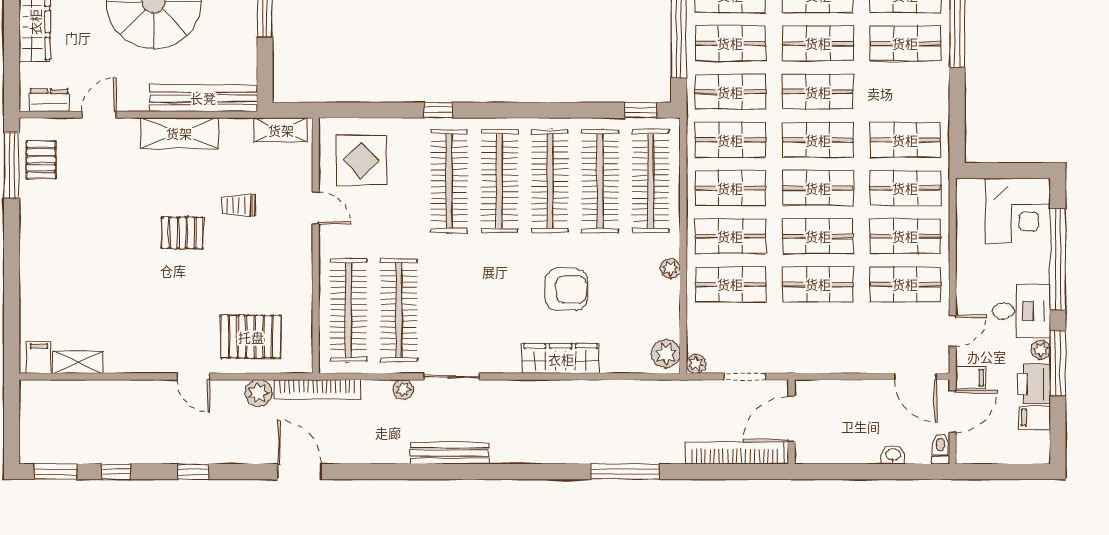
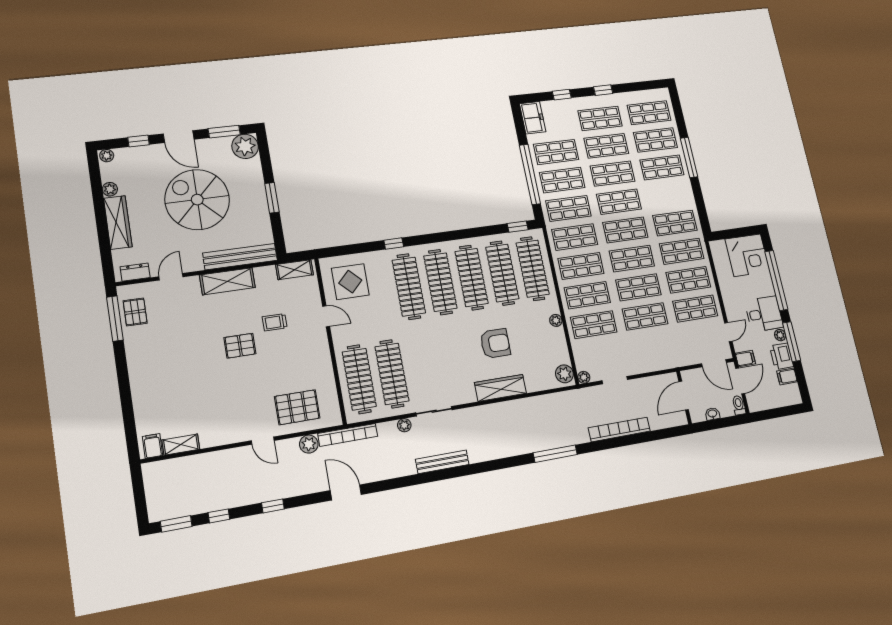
door: (791, 419) -> (684, 396), moved
wall: (791, 422) -> (684, 397), moved

